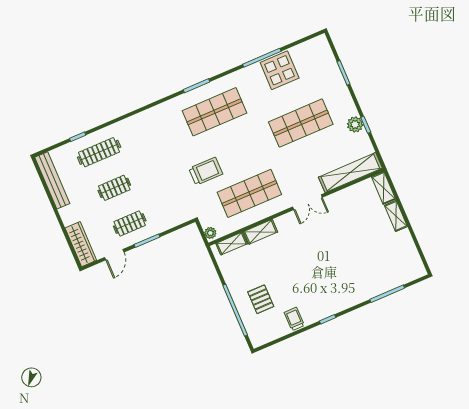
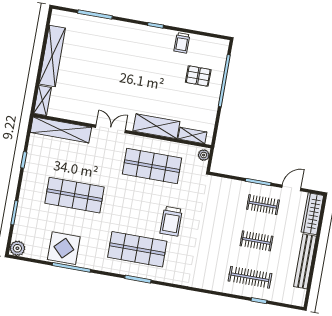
plant: (355, 125) -> (17, 248), moved
trolley: (206, 171) -> (171, 221), moved, turned -90
bench: (52, 180) -> (305, 261), moved
shelving: (396, 216) -> (52, 56), width x2.20, depth x1.33
shelving: (260, 232) -> (156, 126), width x1.50, depth x1.33
pallet: (261, 299) -> (198, 76), turned 90

